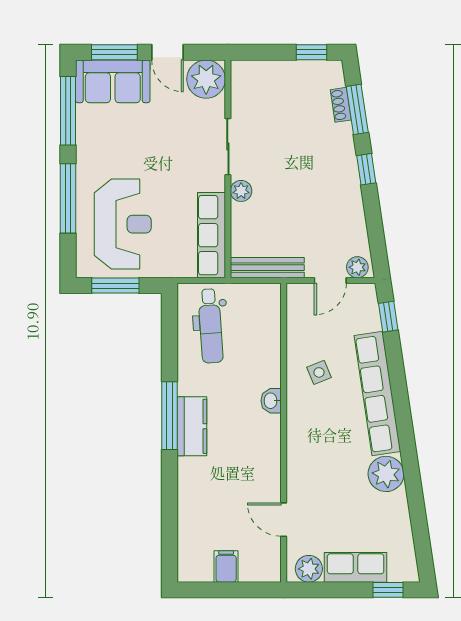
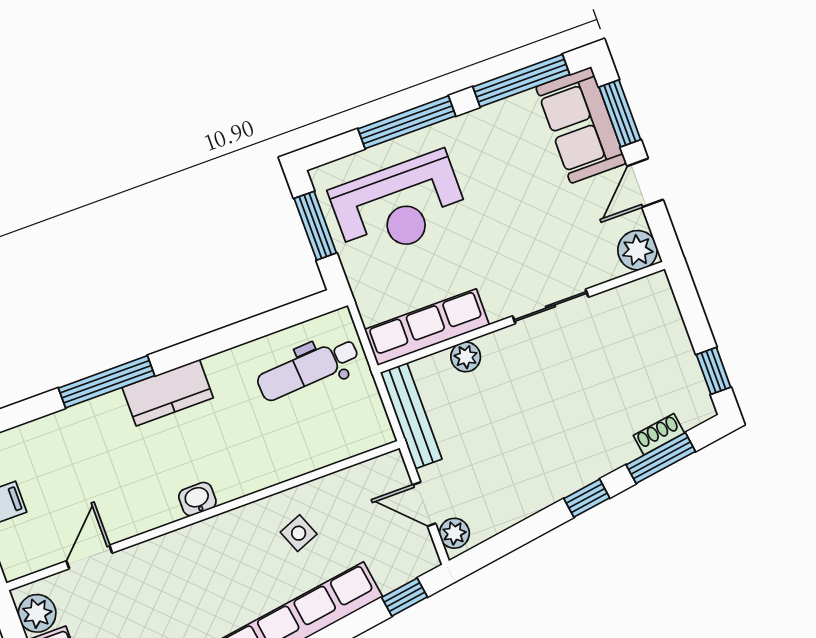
plant: (206, 79) -> (637, 250), width x0.73, depth x0.73
plant: (241, 191) -> (466, 357), moved
washbasin: (271, 401) -> (197, 499), moved
window: (170, 416) -> (106, 382), moved

